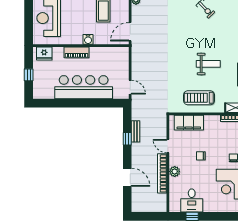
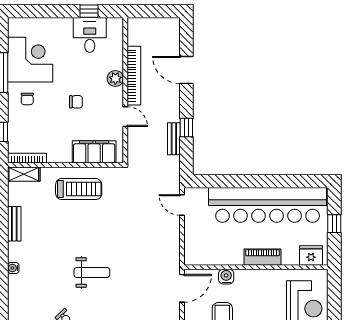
water cooler: (88, 39) -> (226, 277), moved
weight bench: (208, 64) -> (92, 272), moved, turned 180
bar counter: (84, 87) -> (268, 205), width x1.36

